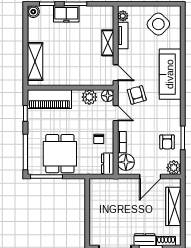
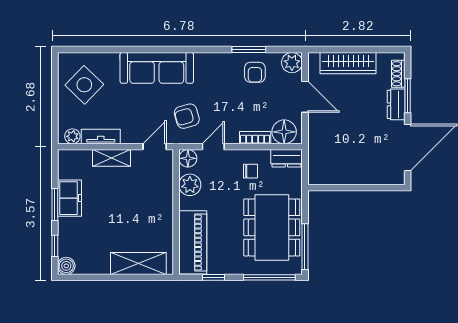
freezer: (66, 14) -> (69, 198), moved
armchair: (167, 142) -> (255, 72), turned 90
dining table: (60, 154) -> (272, 227), width x1.38

